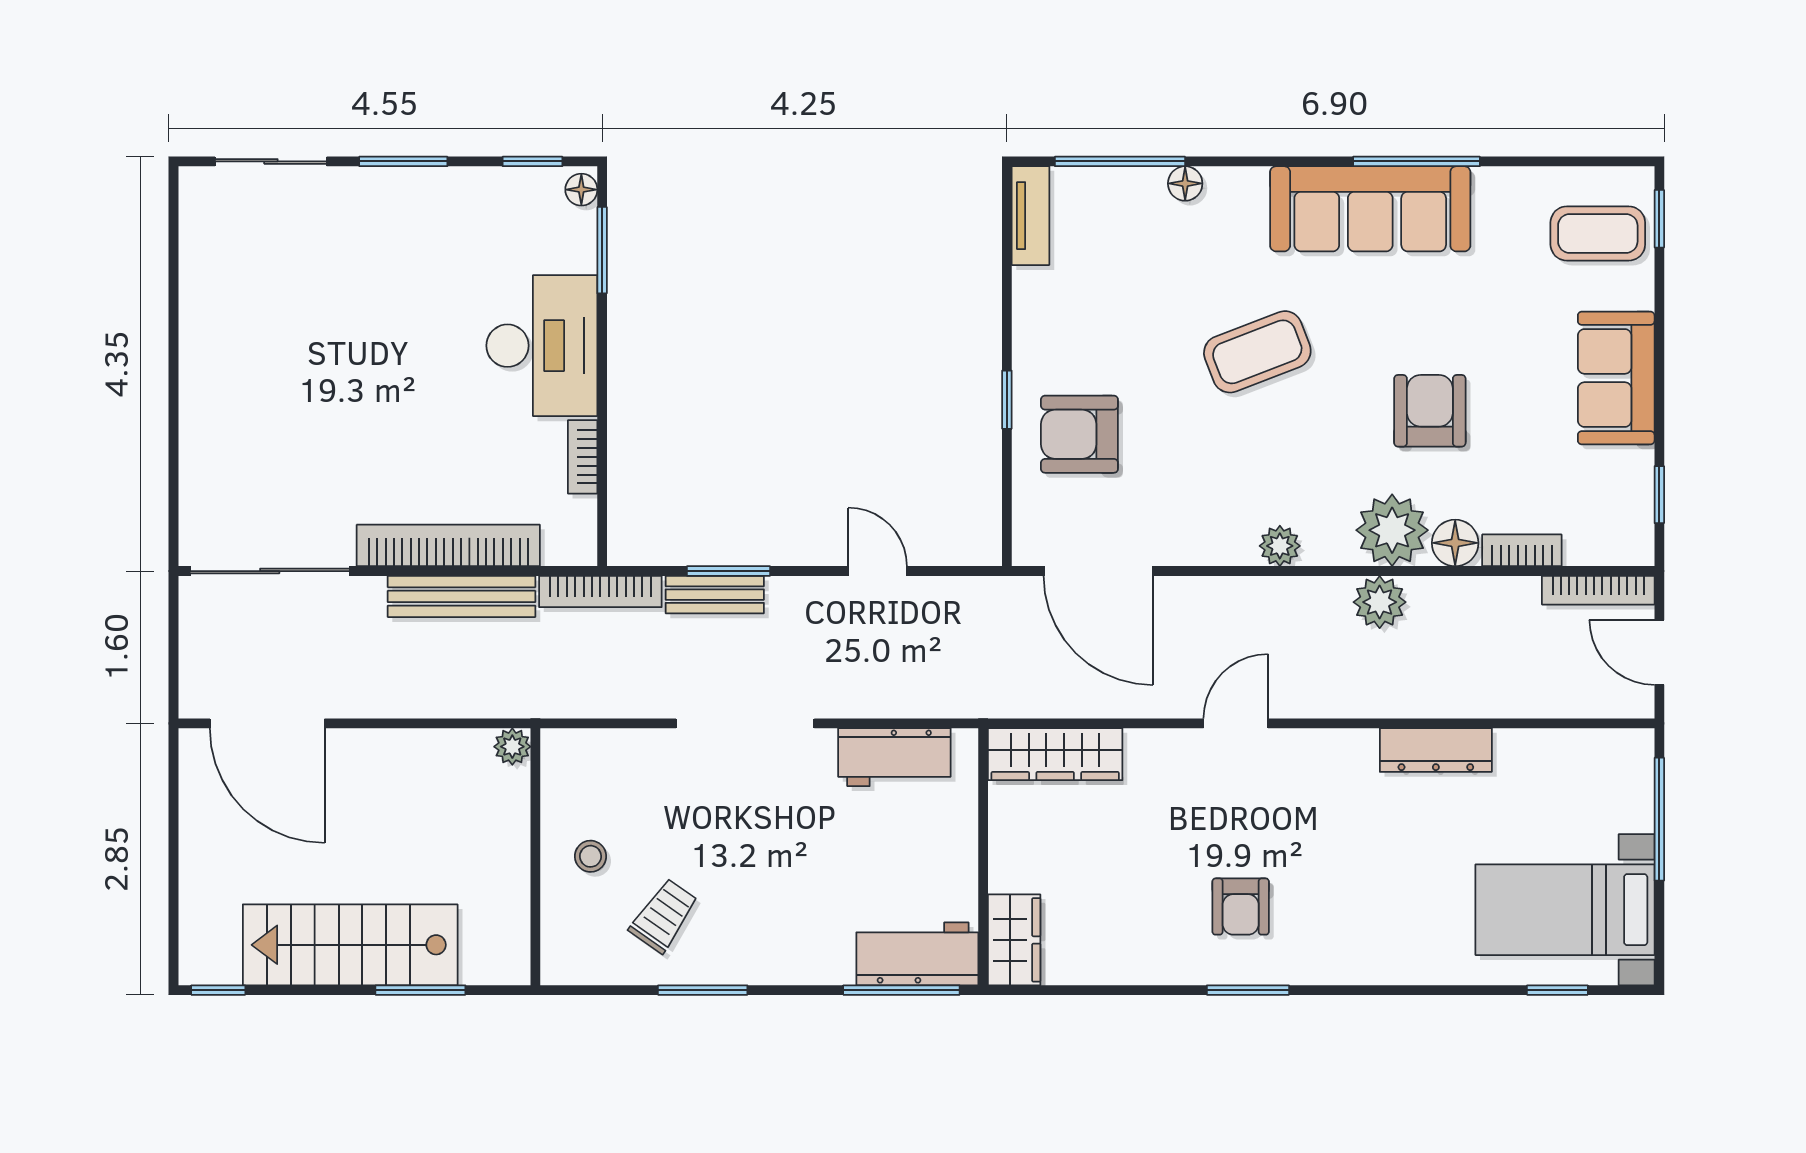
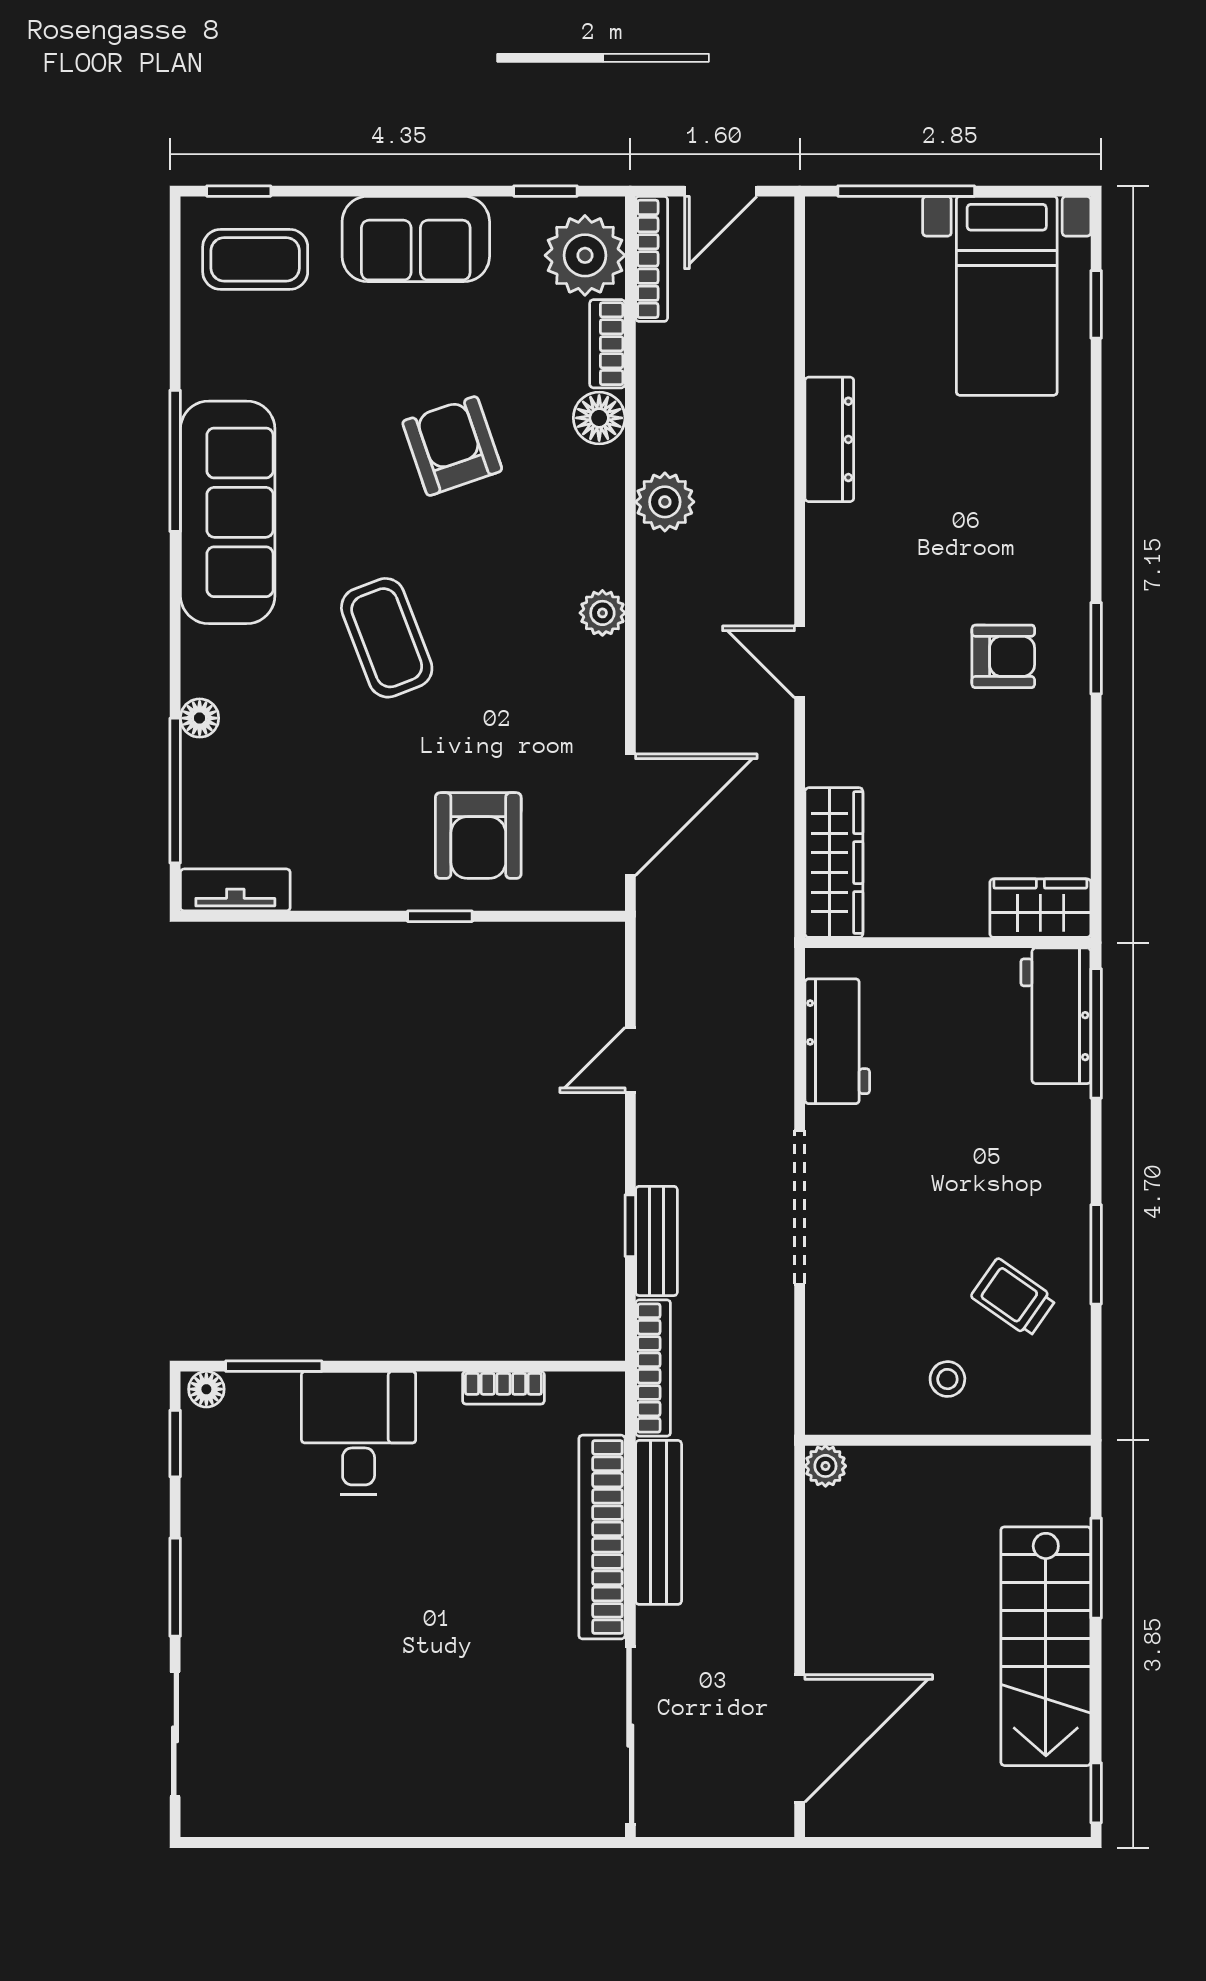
coffee table: (1598, 233) -> (255, 259), turned 90
desk: (542, 346) -> (359, 1433), width x0.73
armchair: (1430, 411) -> (452, 446), turned 71
plant: (1392, 530) -> (585, 255), moved
window: (728, 571) -> (630, 1226), width x0.67

